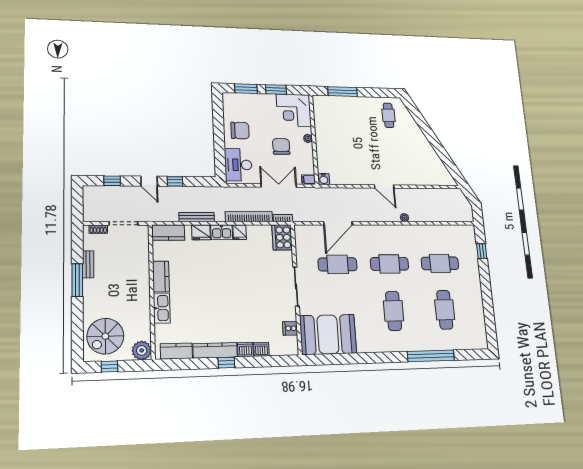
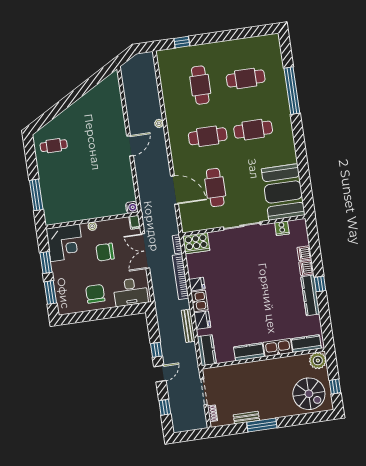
cafe table: (389, 264) -> (208, 136), turned 90
kitchen counter: (176, 351) -> (306, 344), moved, turned 90

